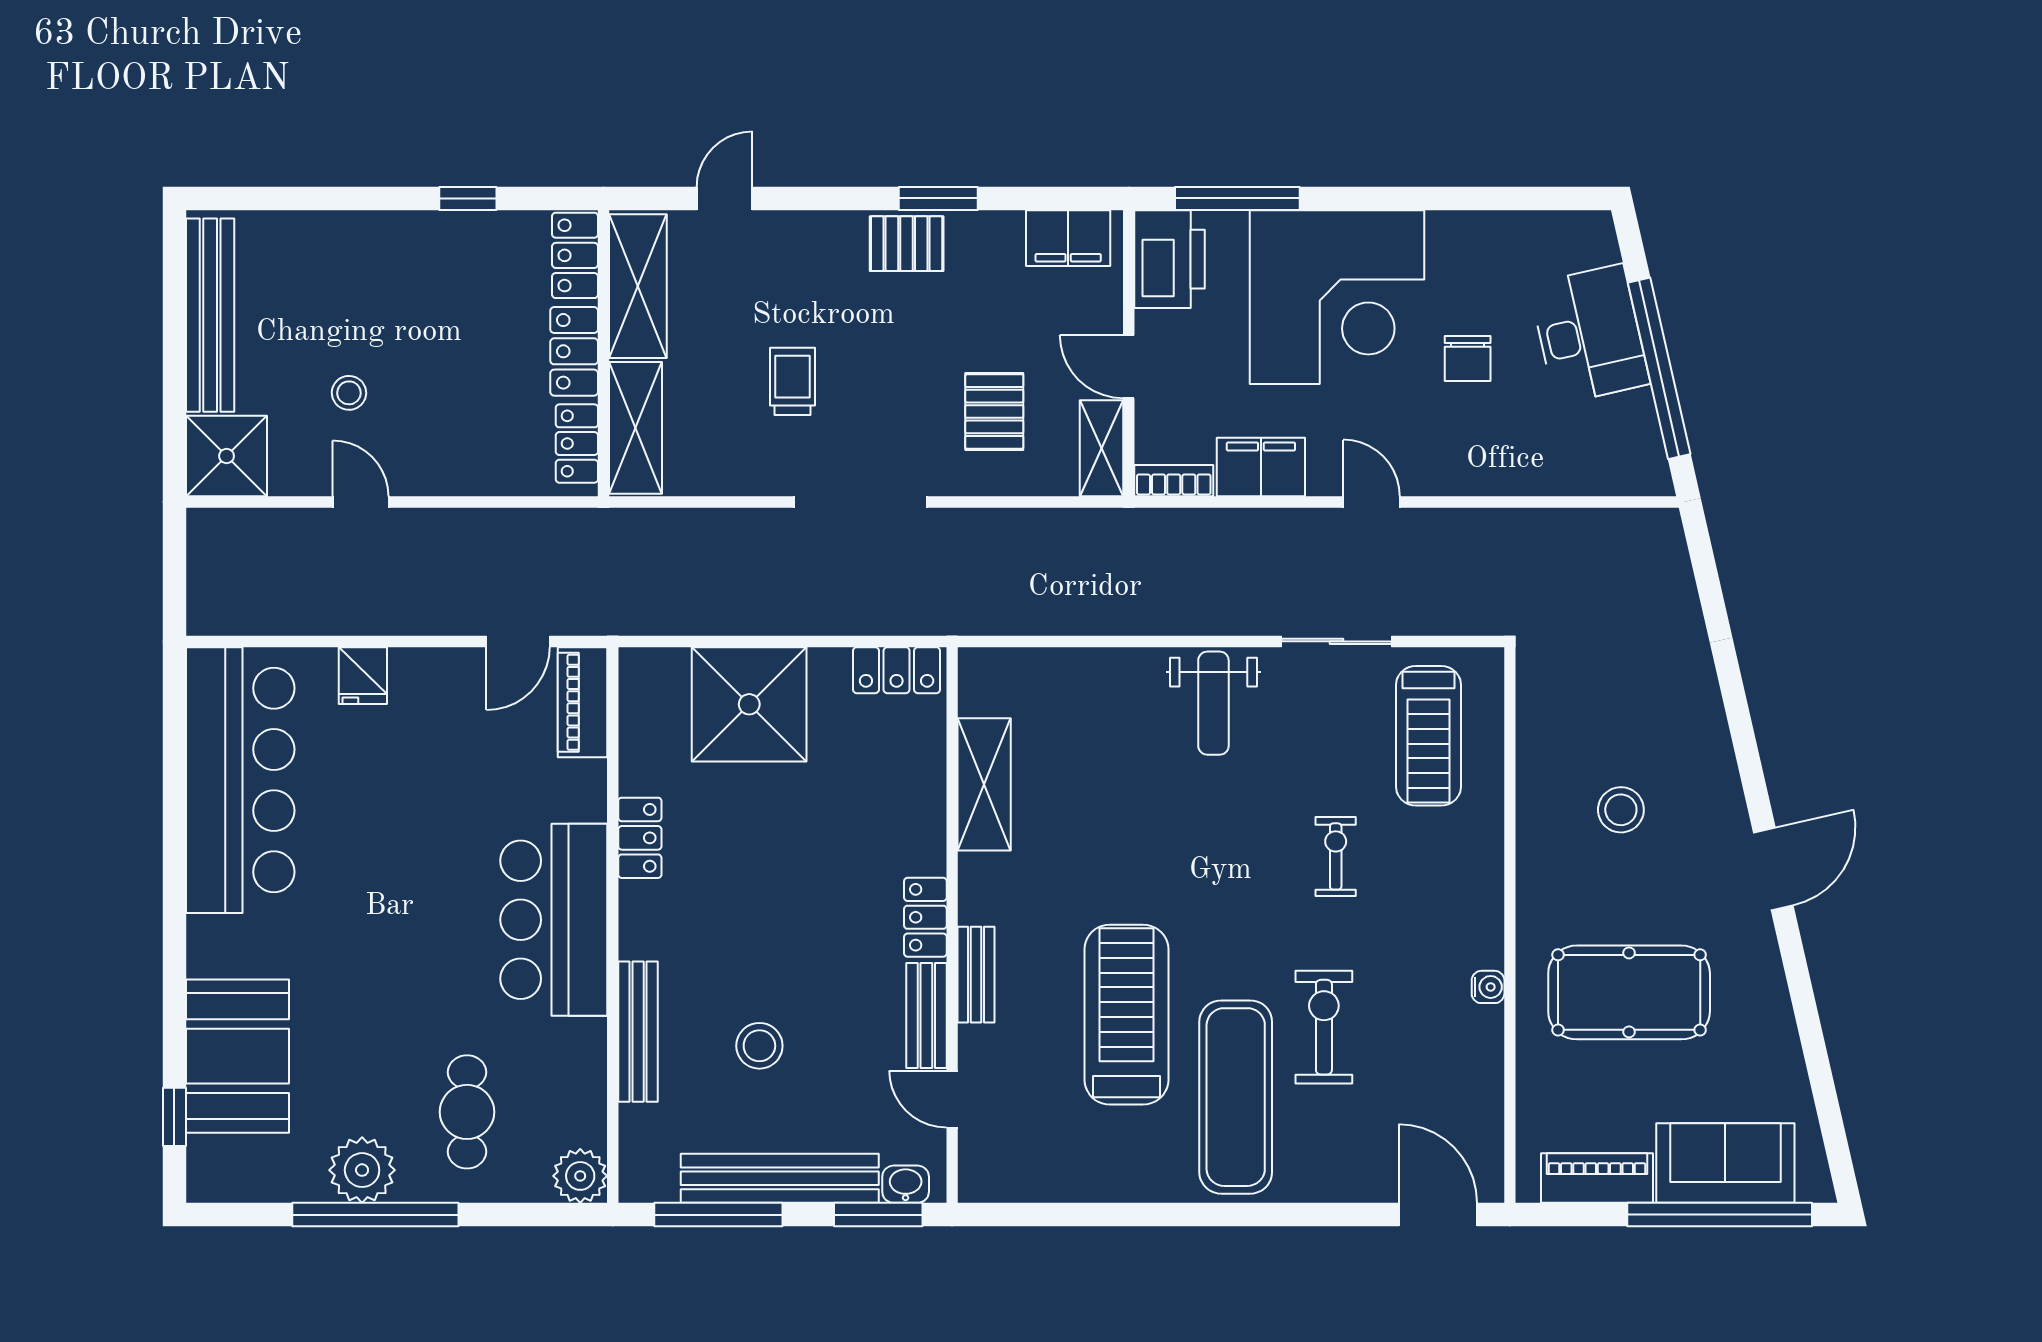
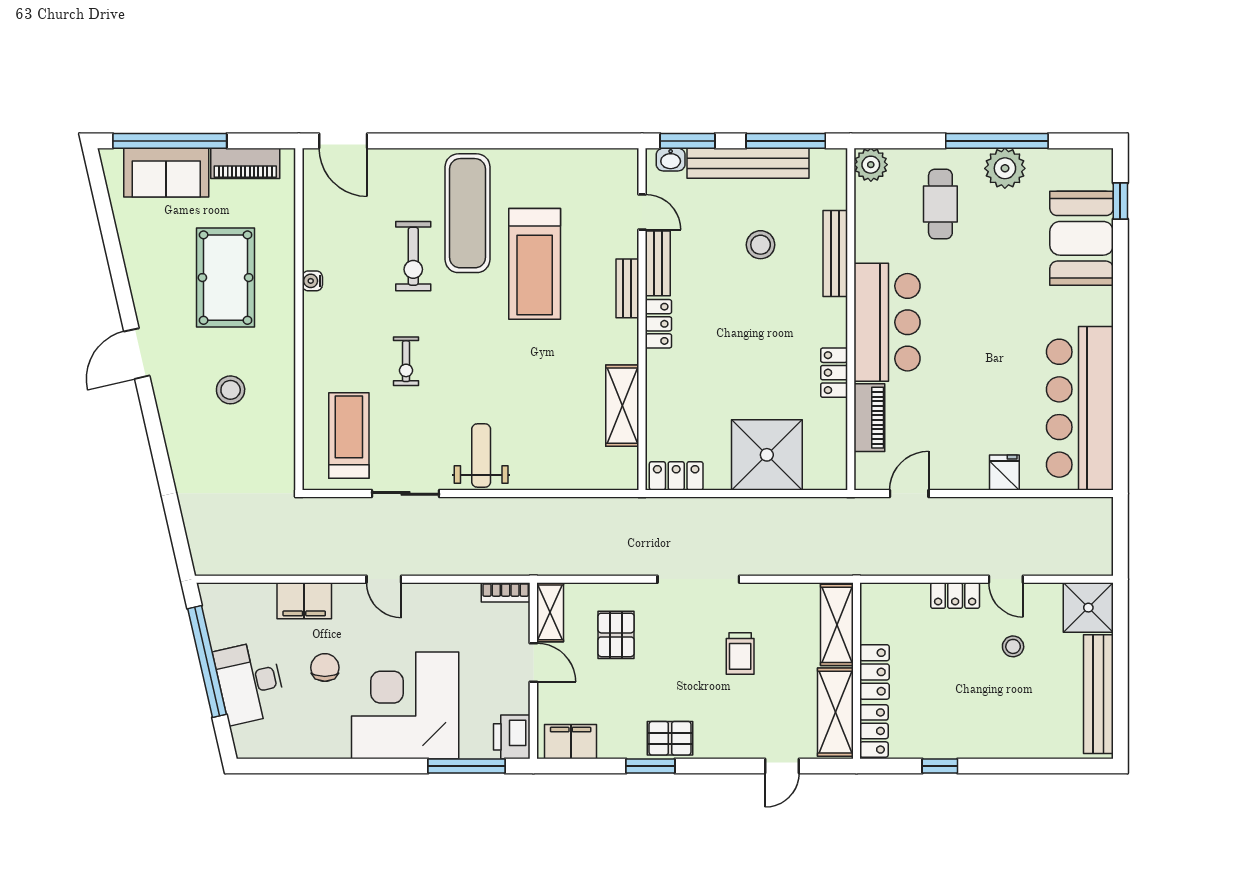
printer: (1169, 259) -> (512, 737), width x0.73, depth x0.84
locker: (577, 444) -> (955, 596), moved, turned 90
filing cabinet: (1261, 467) -> (304, 601), moved
piano: (583, 702) -> (869, 418), moved
pool table: (1629, 992) -> (226, 278), turned 90

